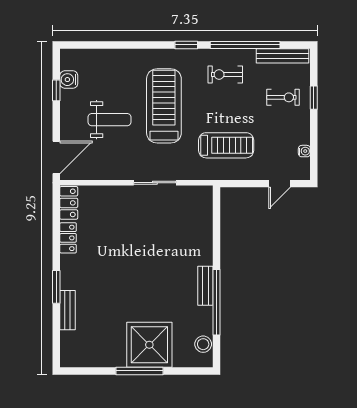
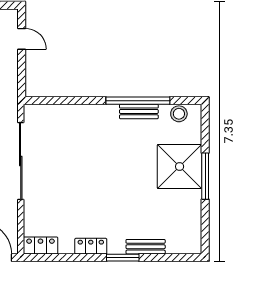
sliding door: (155, 183) -> (21, 161), width x1.86
locker: (68, 238) -> (91, 246), moved
bench: (205, 286) -> (139, 111), moved

